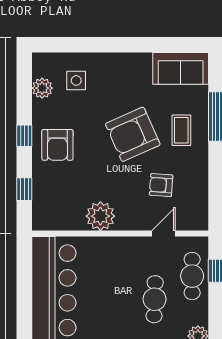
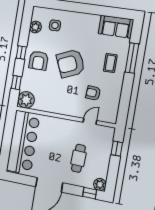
armchair: (133, 134) -> (71, 63), moved
plant: (100, 216) -> (26, 100), moved
cafe table: (192, 276) -> (102, 149), removed

